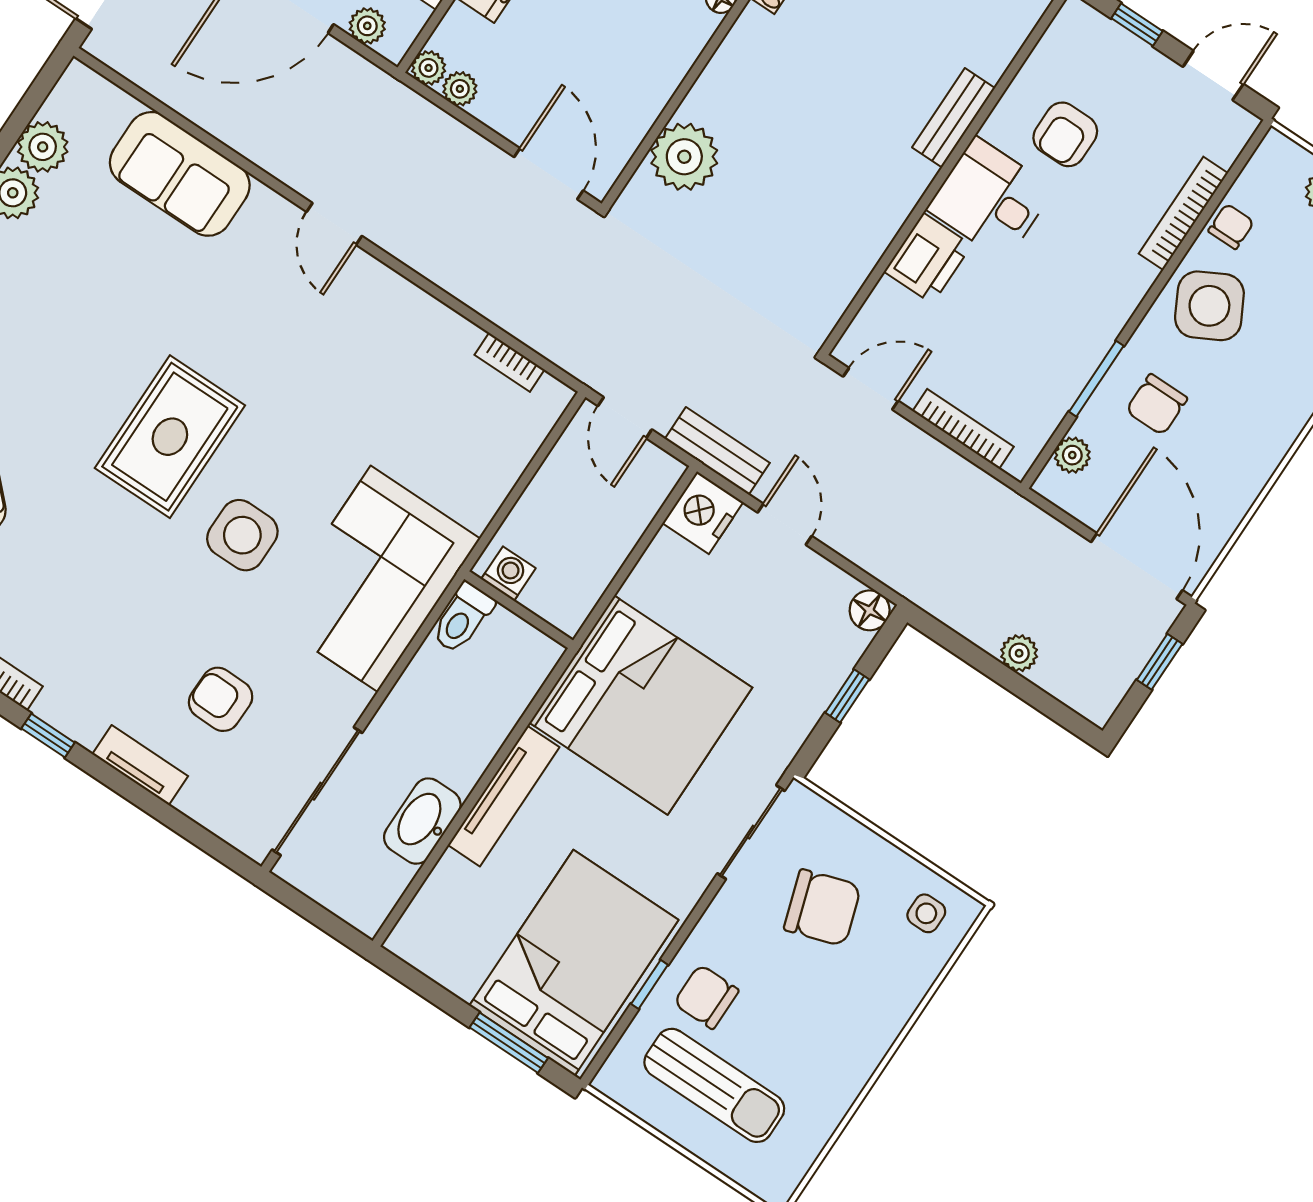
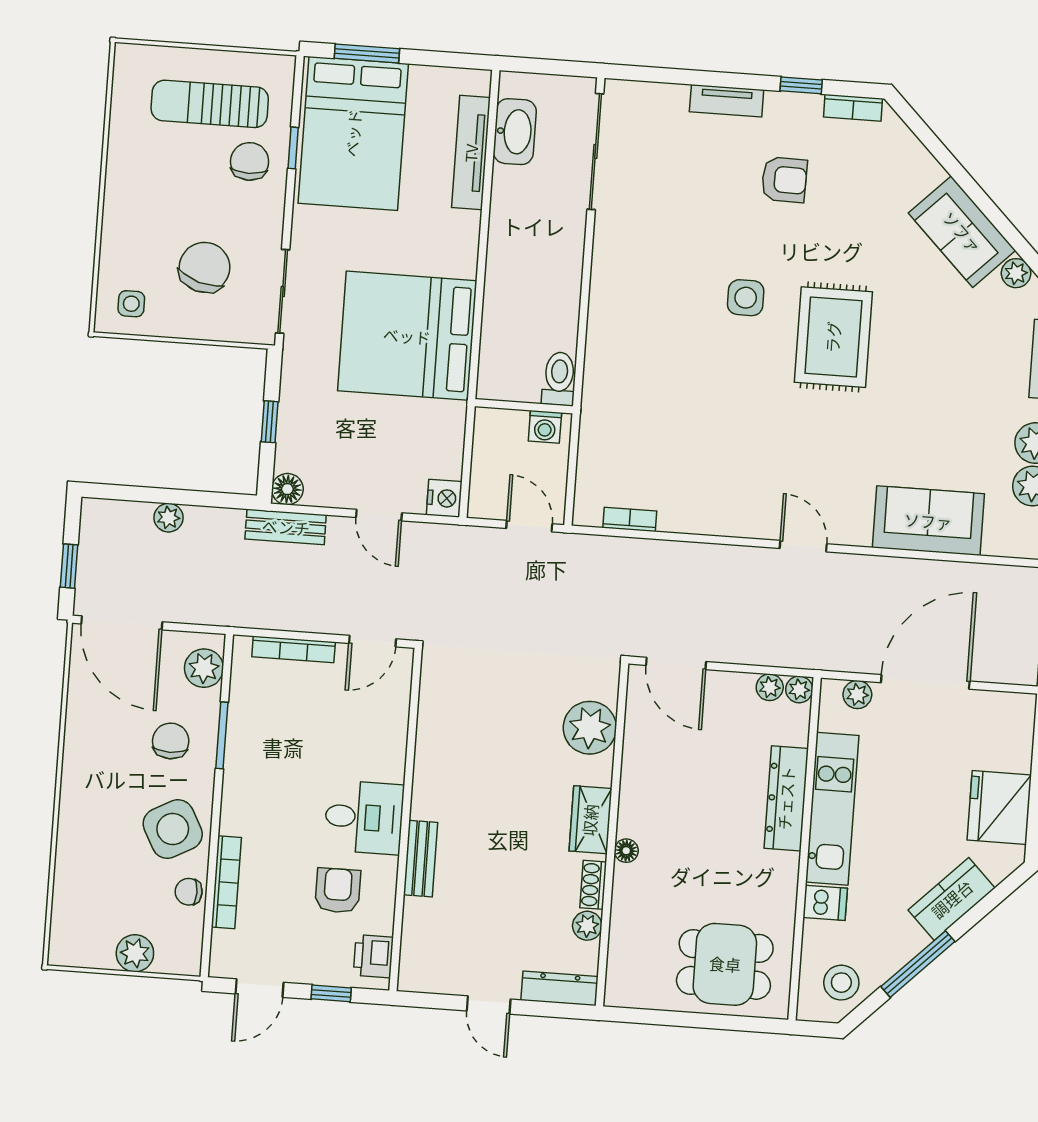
wardrobe: (741, 55) -> (590, 820), added
chair: (1231, 226) -> (189, 892), turned 90
printer: (928, 258) -> (373, 956), moved, width x0.73, depth x0.81
bench: (717, 451) -> (286, 527), moved
plant: (1072, 455) -> (204, 668), width x1.38, depth x1.38
nightstand: (703, 513) -> (444, 498), width x0.74, depth x0.75
side table: (242, 535) -> (746, 298), width x0.73, depth x0.73
washing machine: (508, 574) -> (545, 427), moved
corner sofa: (374, 579) -> (639, 319), removed
wall: (519, 610) -> (524, 406), moved
toilet: (463, 618) -> (559, 379), moved
armchair: (221, 699) -> (784, 180), moved
tv unit: (504, 796) -> (471, 153), moved
washbasin: (422, 821) -> (515, 132), moved
chair: (822, 908) -> (205, 267), turned 125
chair: (706, 997) -> (250, 161), turned -90

